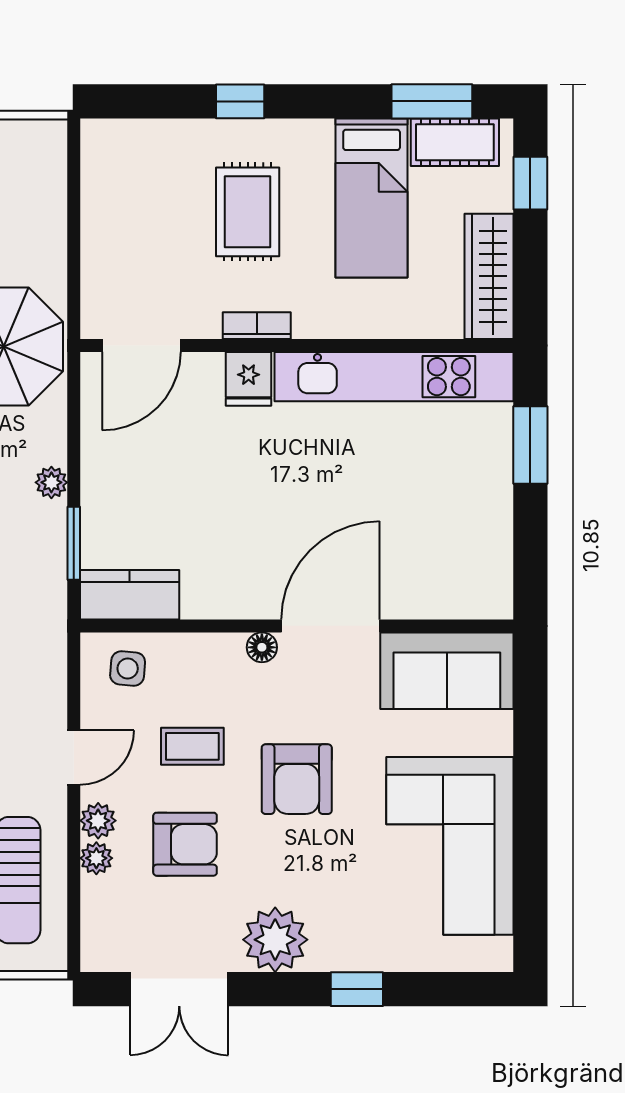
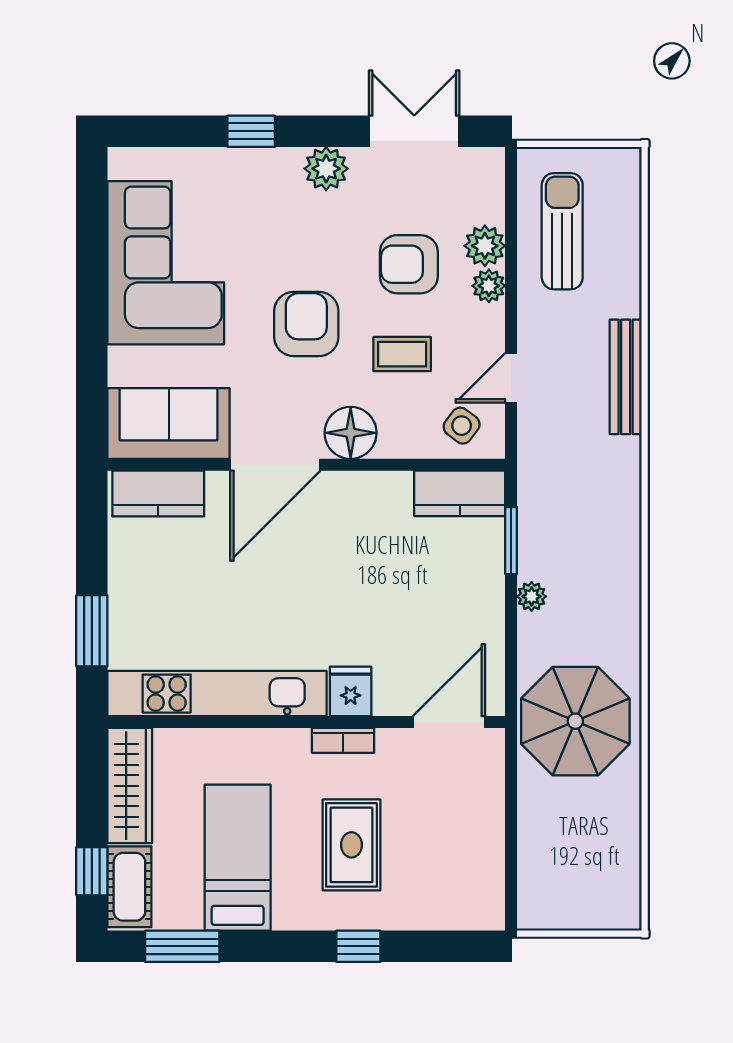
cot: (455, 142) -> (129, 887), moved, turned 90
kitchen counter: (458, 595) -> (158, 494), added
floor lamp: (262, 647) -> (351, 433), width x1.89, depth x1.89
side table: (128, 668) -> (462, 426), turned 32
door: (74, 758) -> (511, 378), moved
plant: (96, 858) -> (485, 246), width x1.38, depth x1.38
plant: (275, 940) -> (326, 169), width x0.73, depth x0.73

